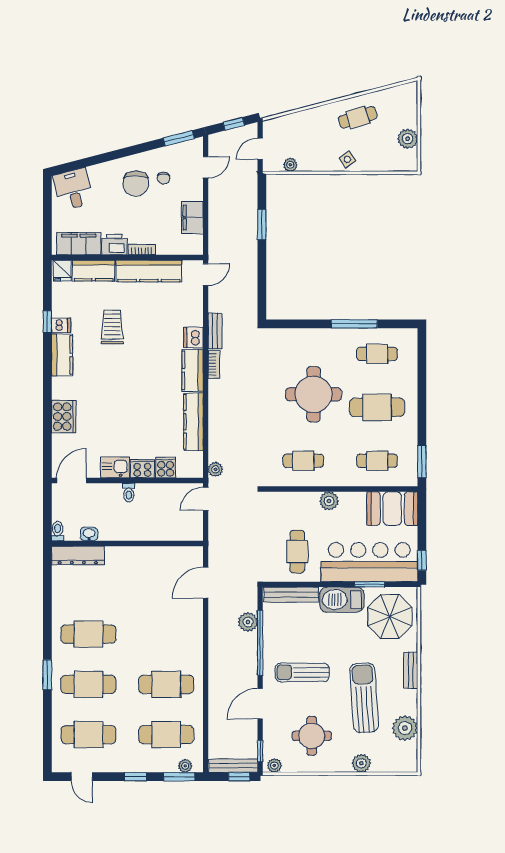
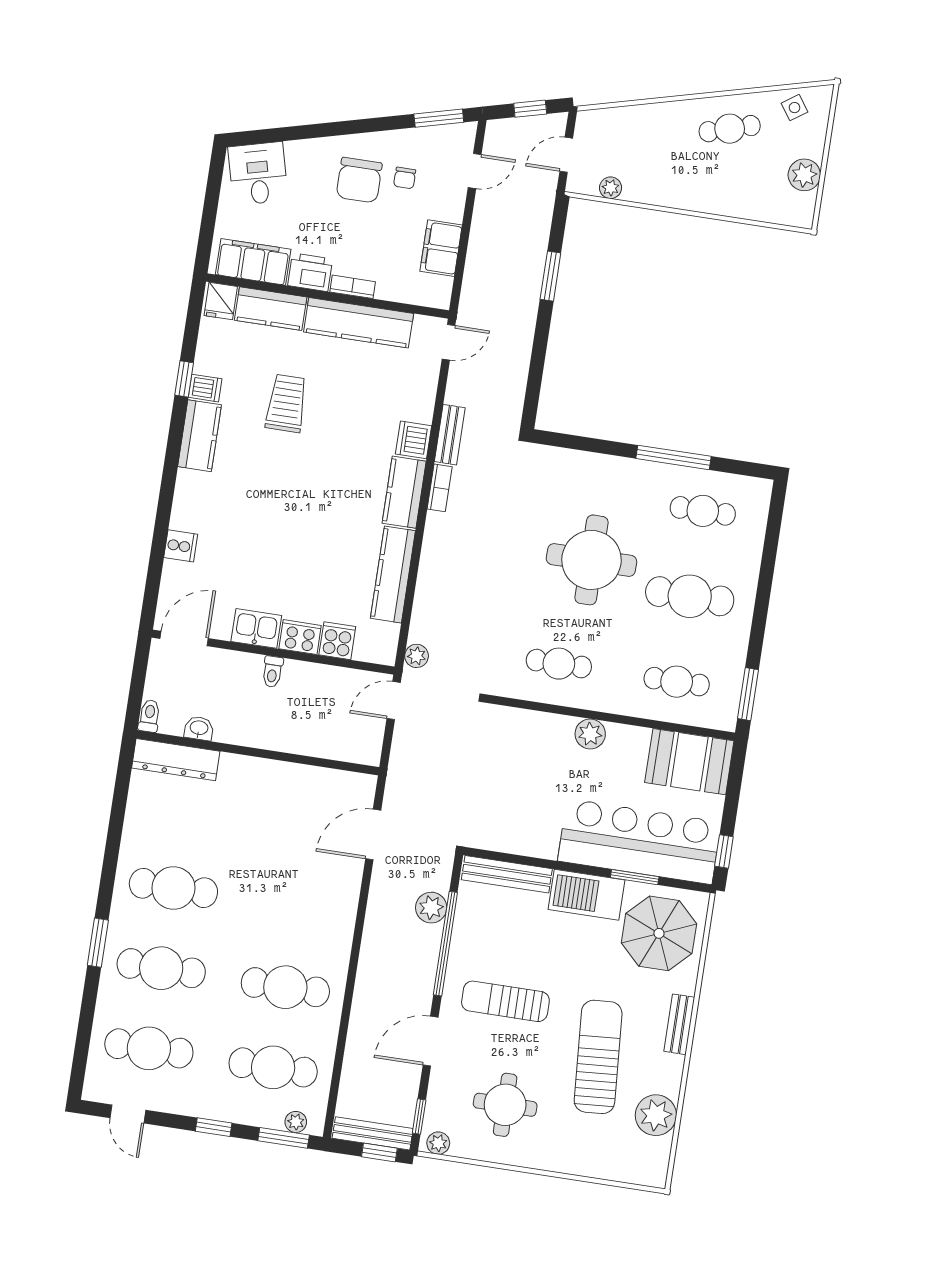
side table: (347, 159) -> (795, 108), moved
cooker: (64, 417) -> (181, 546), width x0.53, depth x0.76
cafe table: (297, 552) -> (527, 807), removed
plant: (361, 763) -> (578, 1161), removed

